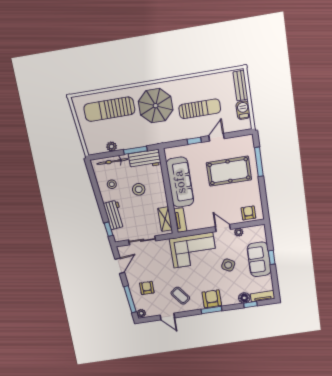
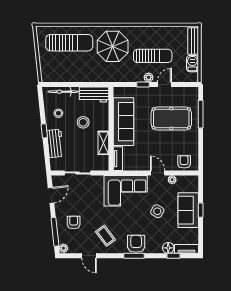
sun lounger: (109, 109) -> (69, 43), turned 180
plant: (112, 147) -> (149, 77), moved
window: (135, 150) -> (87, 85), removed
shelving: (165, 219) -> (103, 143), moved
window: (109, 229) -> (44, 131), moved

